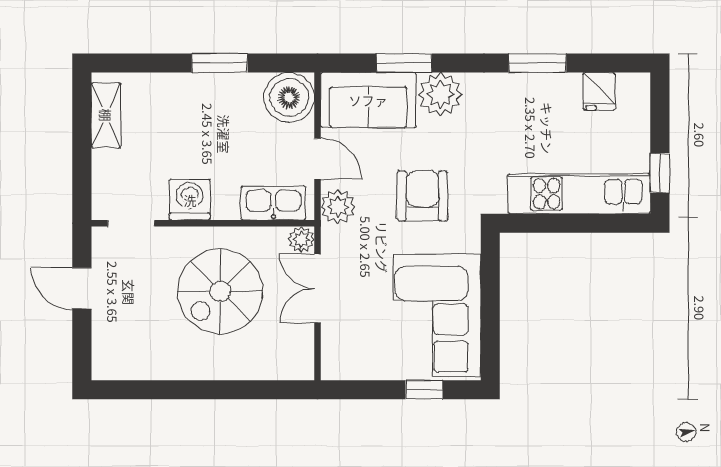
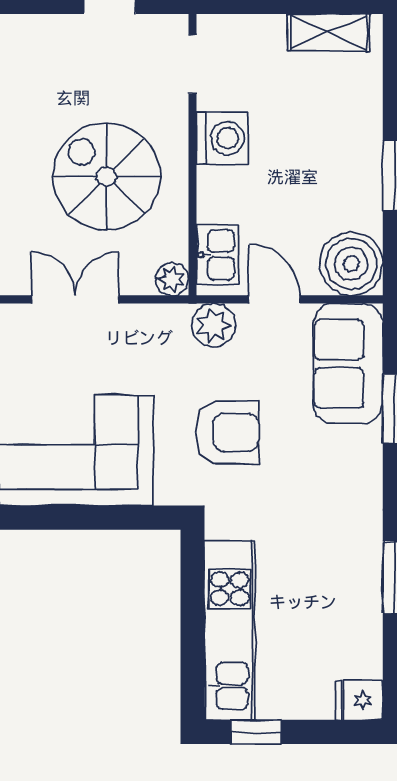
fridge: (599, 91) -> (359, 700), moved
plant: (440, 94) -> (355, 455), removed
door: (317, 159) -> (274, 299), swing flipped
kitchen sink: (273, 203) -> (218, 255), width x0.73
double door: (317, 288) -> (75, 299), moved

